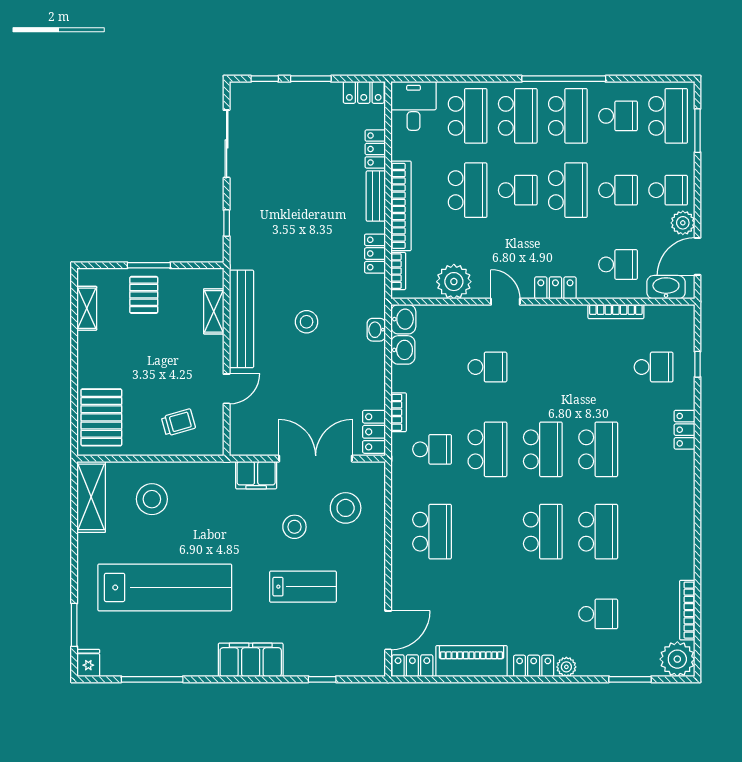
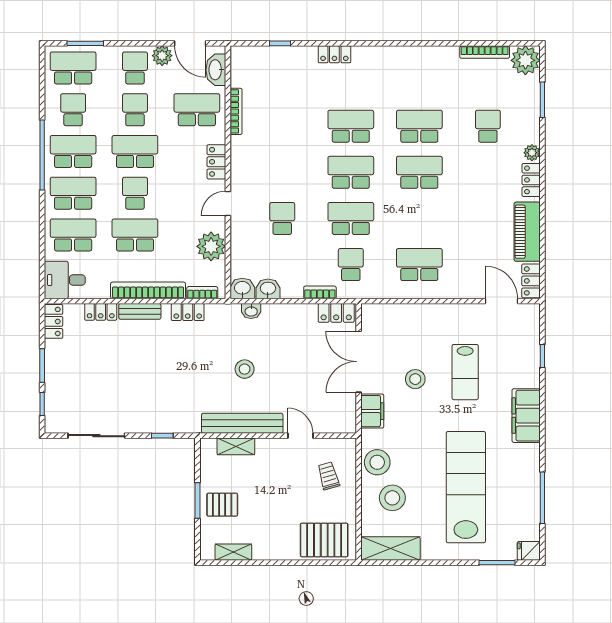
school desk: (618, 264) -> (197, 110), width x1.85
school desk: (654, 367) -> (282, 80), removed
stool: (346, 508) -> (377, 462), moved
lab bench: (303, 587) -> (465, 372), turned 180

